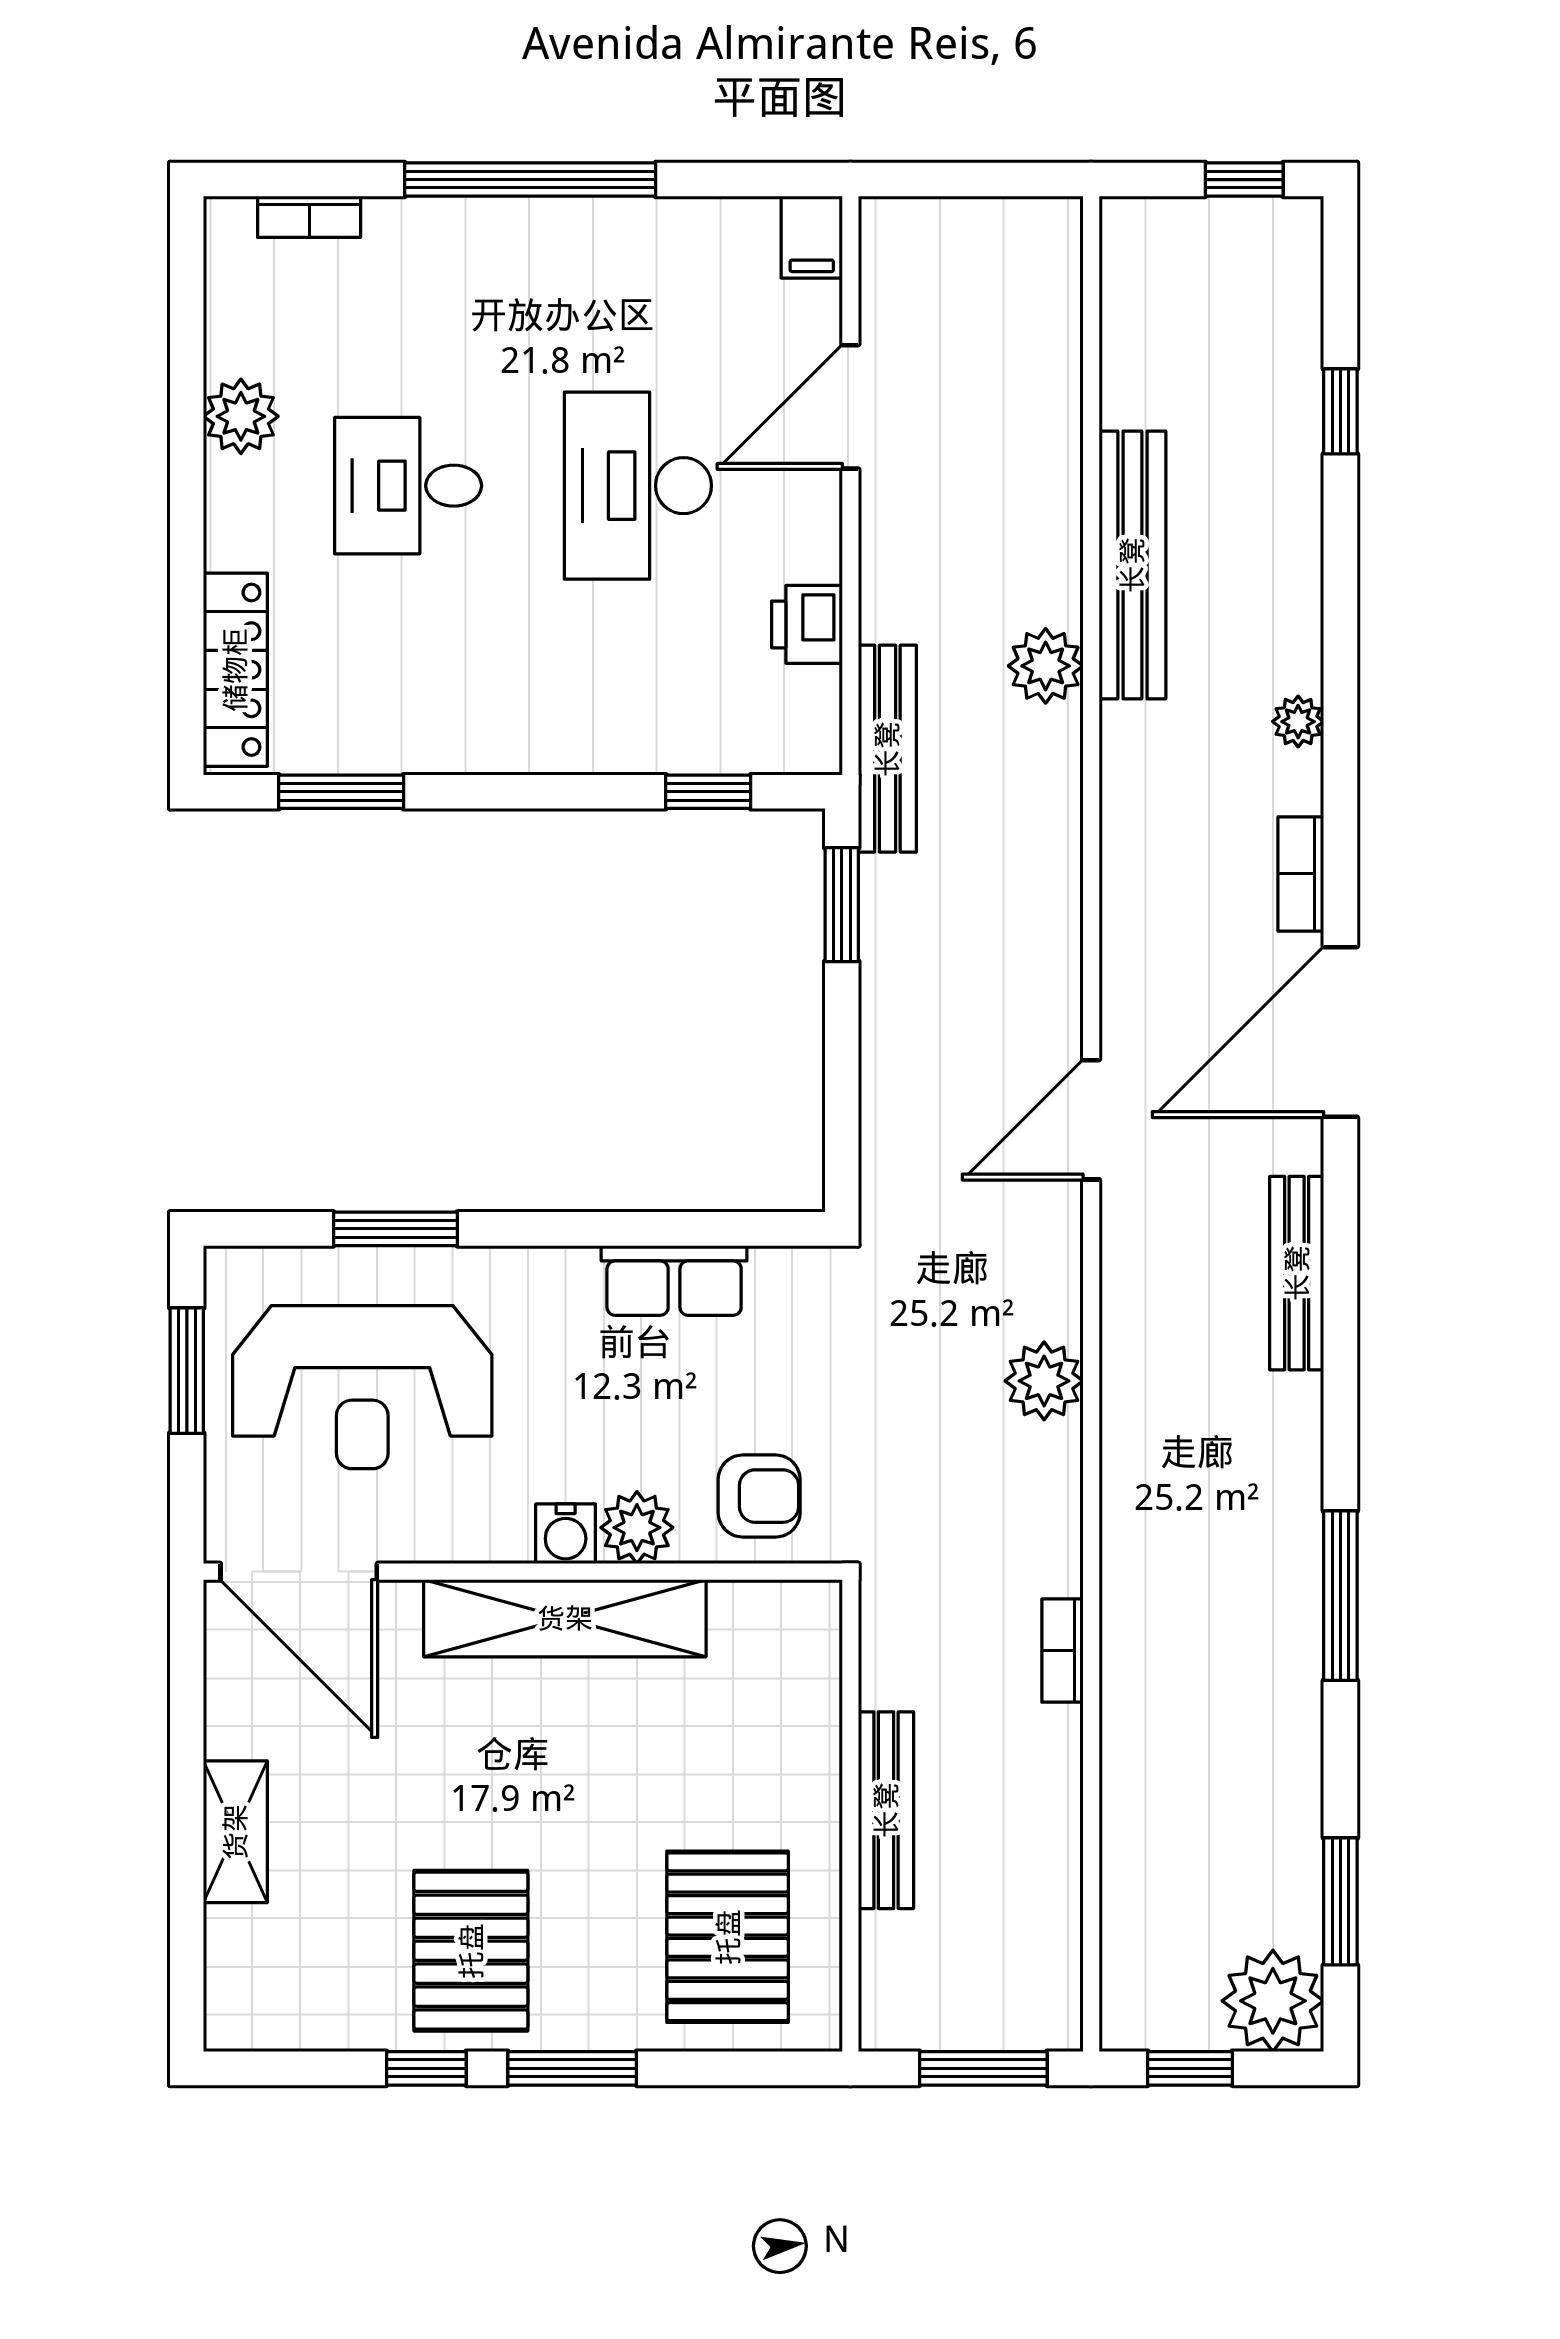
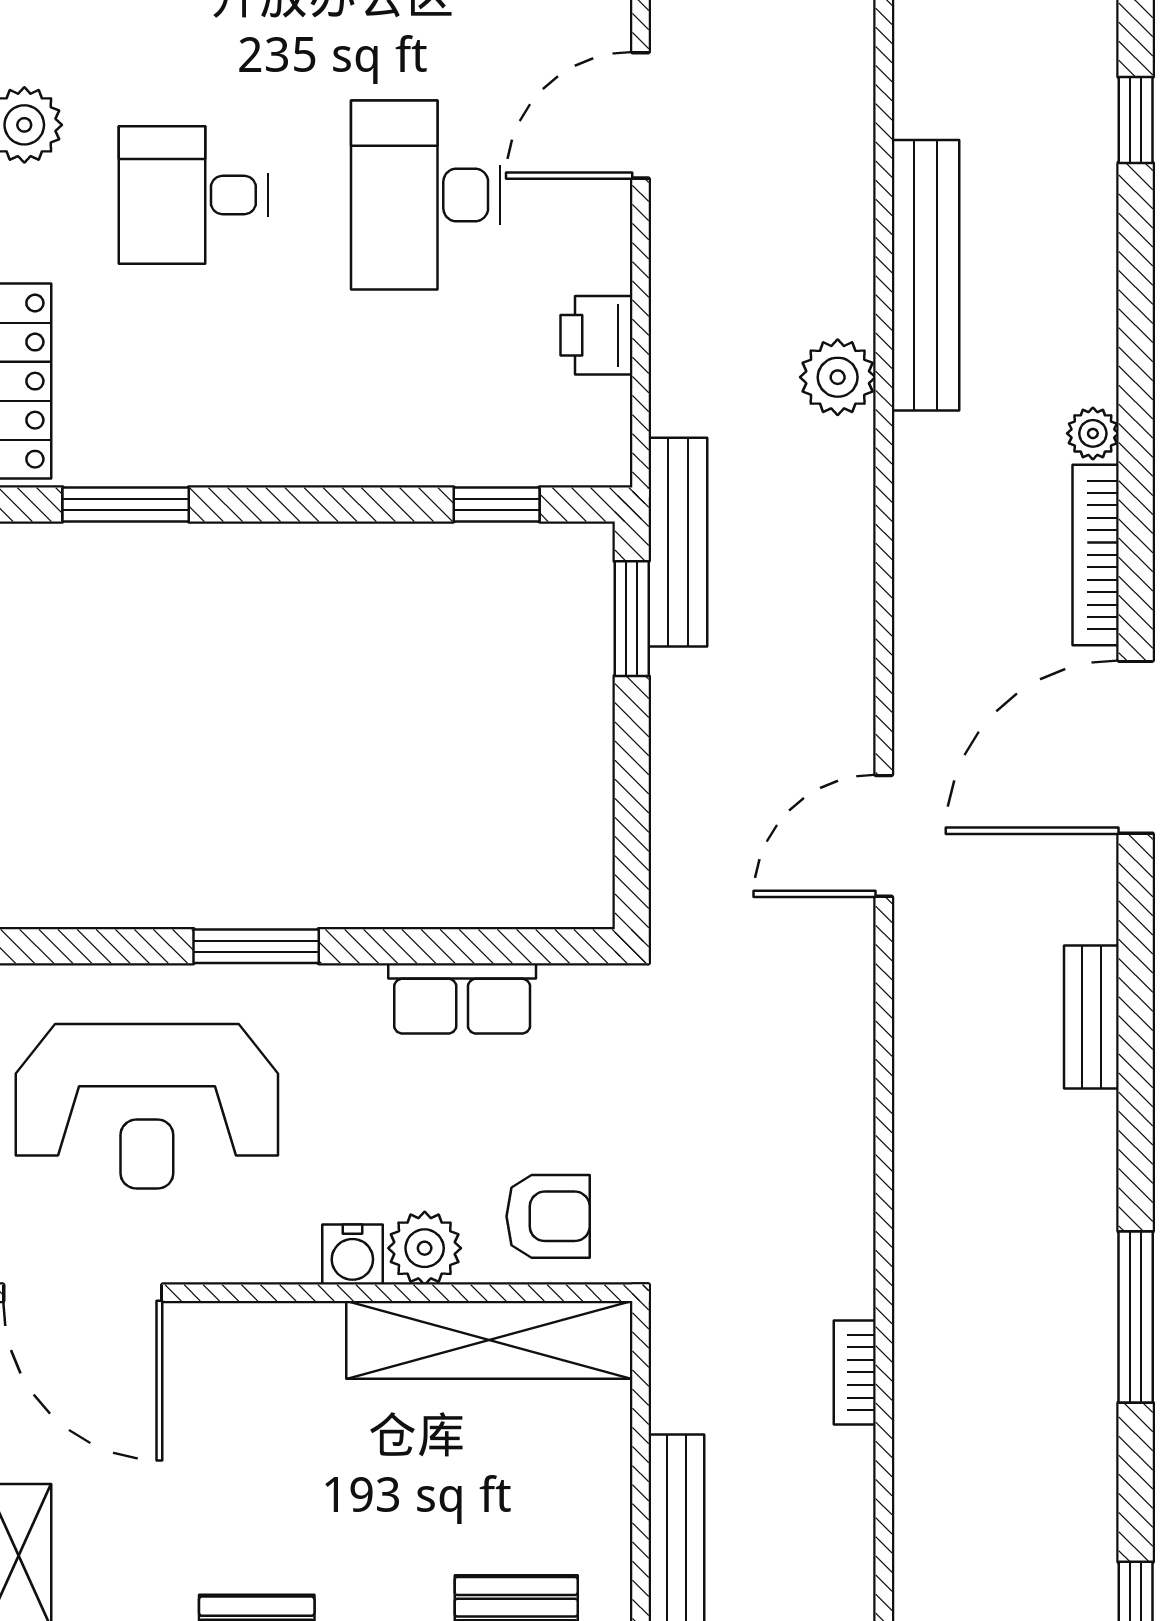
bench: (887, 749) -> (678, 542), moved
bookcase: (1301, 874) -> (1096, 555), width x1.56
window: (395, 1229) -> (256, 946), moved
bench: (1297, 1273) -> (1091, 1017), width x0.73
plant: (1044, 1381) -> (836, 1100), removed
shelving: (565, 1618) -> (489, 1340), moved

